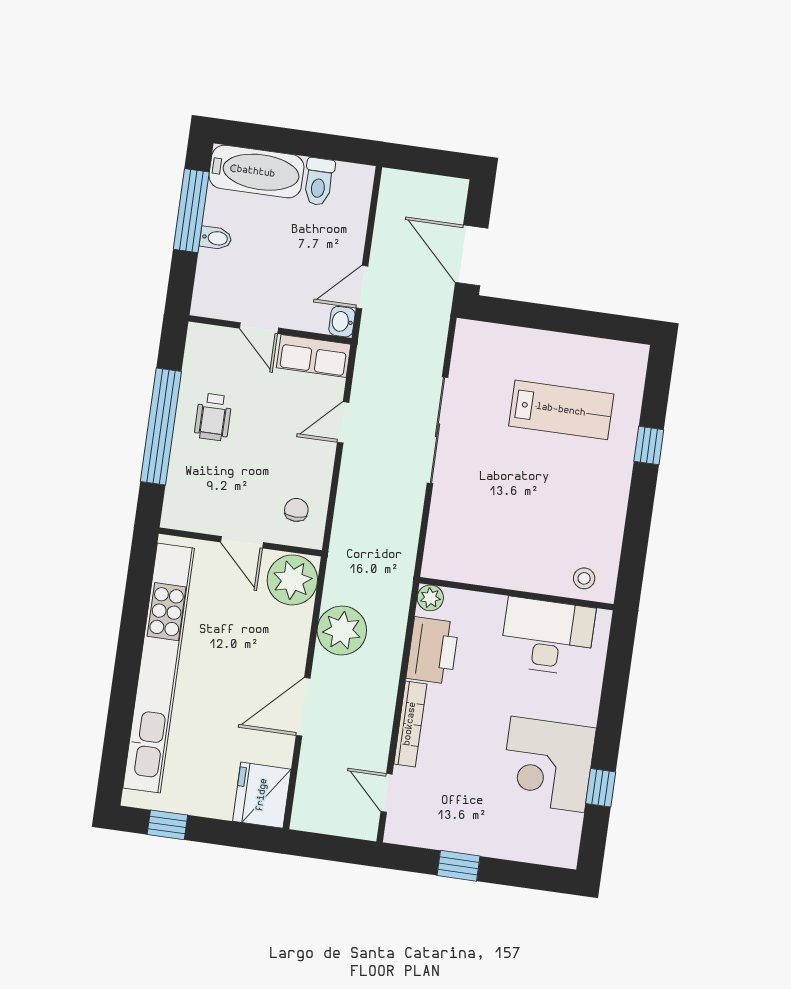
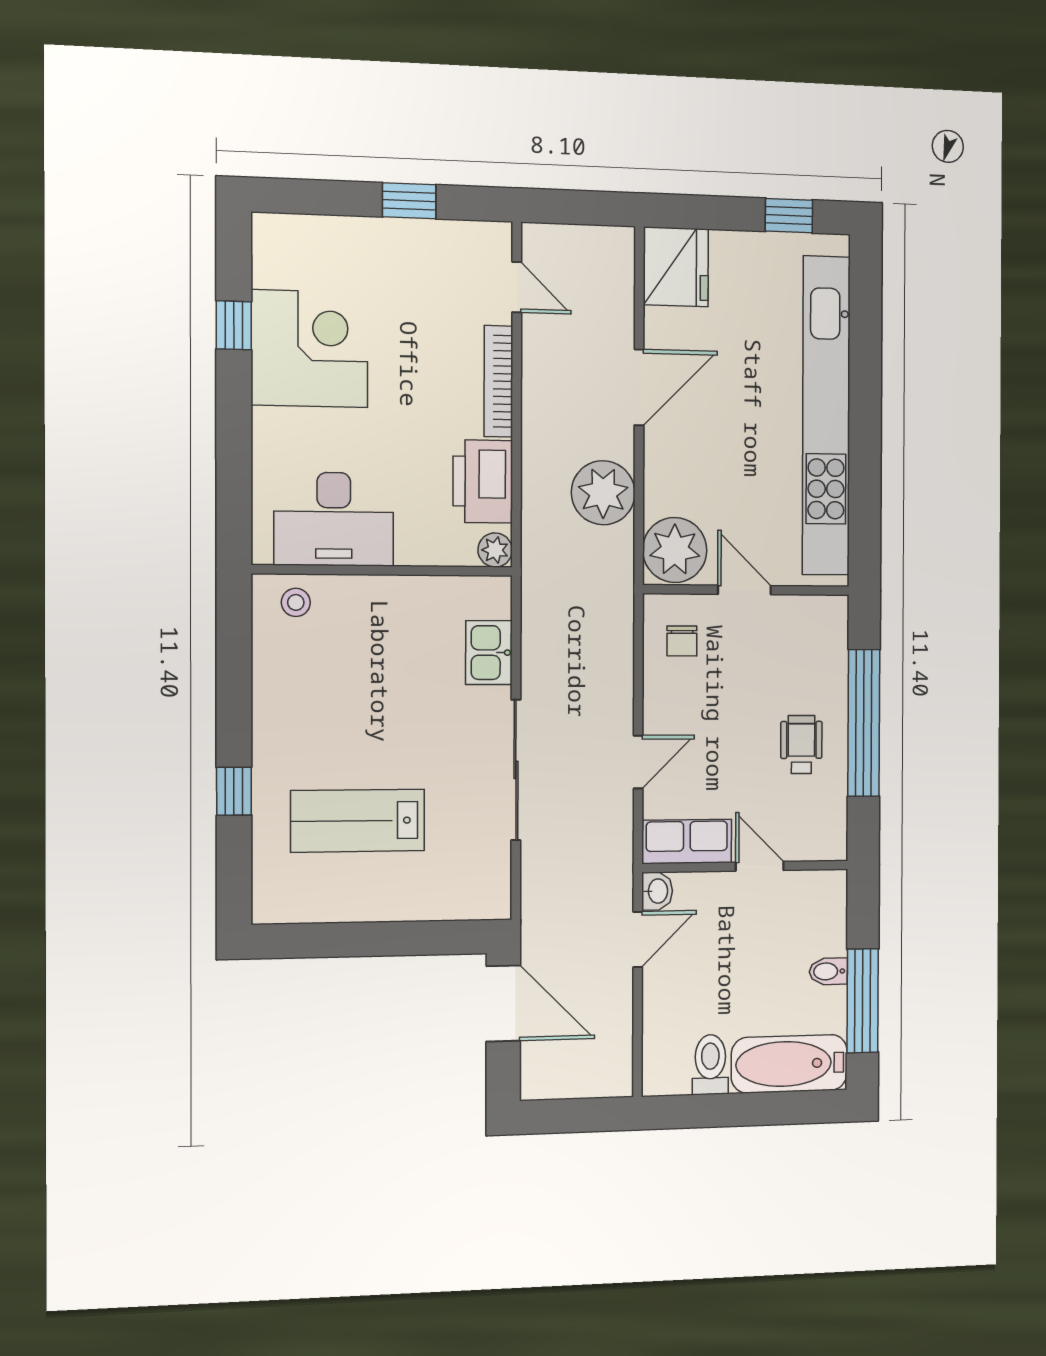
kitchen sink: (446, 521) -> (489, 653), added

